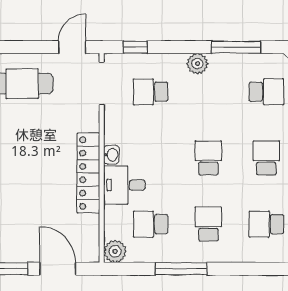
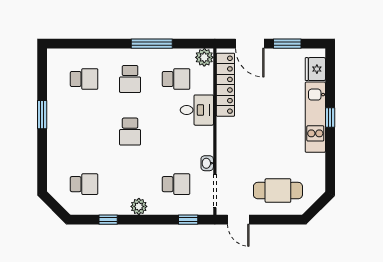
door: (72, 47) -> (238, 220), hinge flipped
window: (236, 47) -> (108, 220), width x0.46
school desk: (266, 92) -> (84, 184), turned 180
washbasin: (111, 155) -> (207, 163), moved
school desk: (266, 158) -> (84, 132), removed
locker: (88, 173) -> (225, 85), moved

